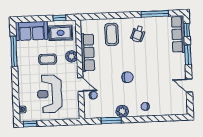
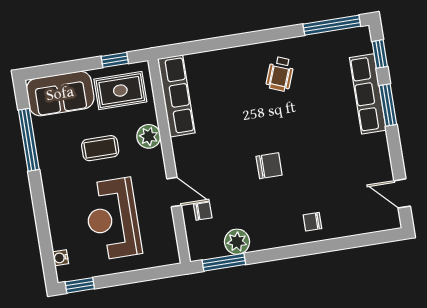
window: (155, 14) -> (332, 25), moved
coffee table: (112, 34) -> (226, 81), removed
row of seats: (178, 34) -> (368, 94), moved
row of seats: (88, 53) -> (176, 96), moved
door: (189, 86) -> (402, 193), moved
plant: (122, 111) -> (237, 242), moved
window: (111, 120) -> (224, 262), moved

